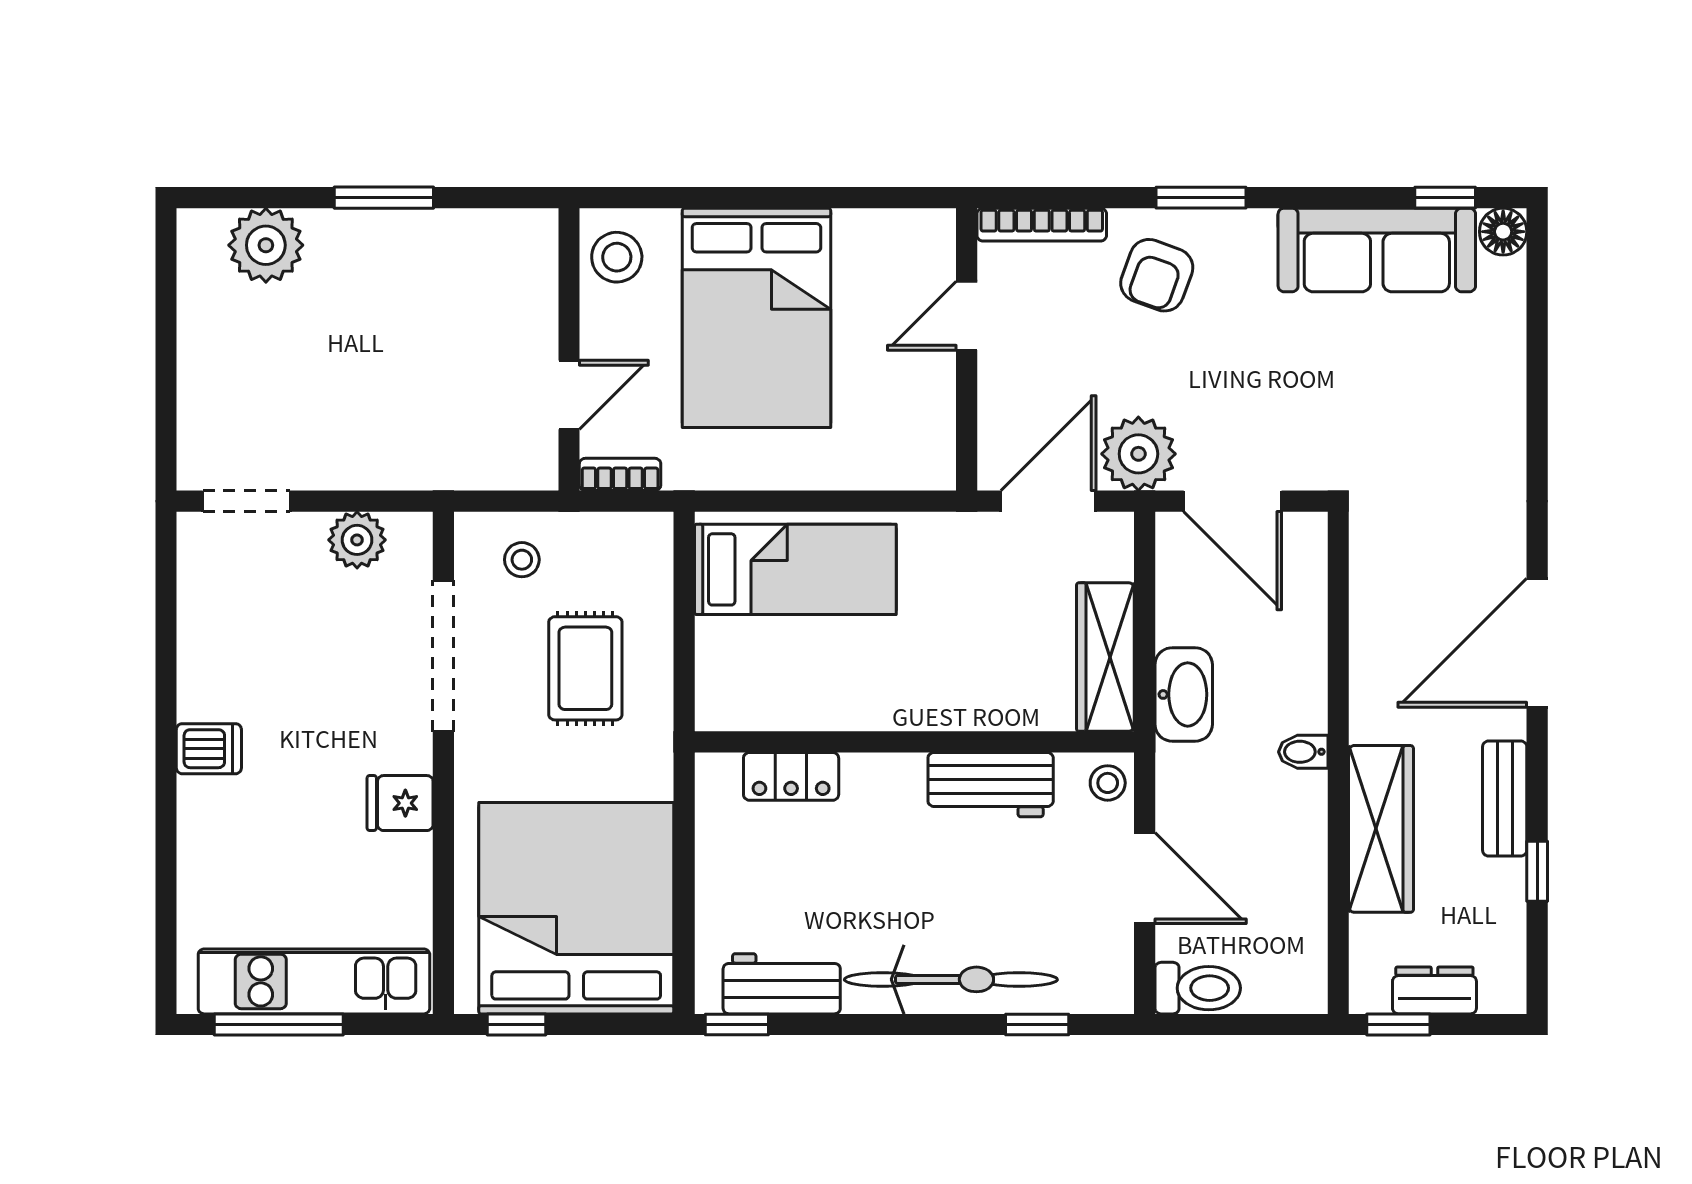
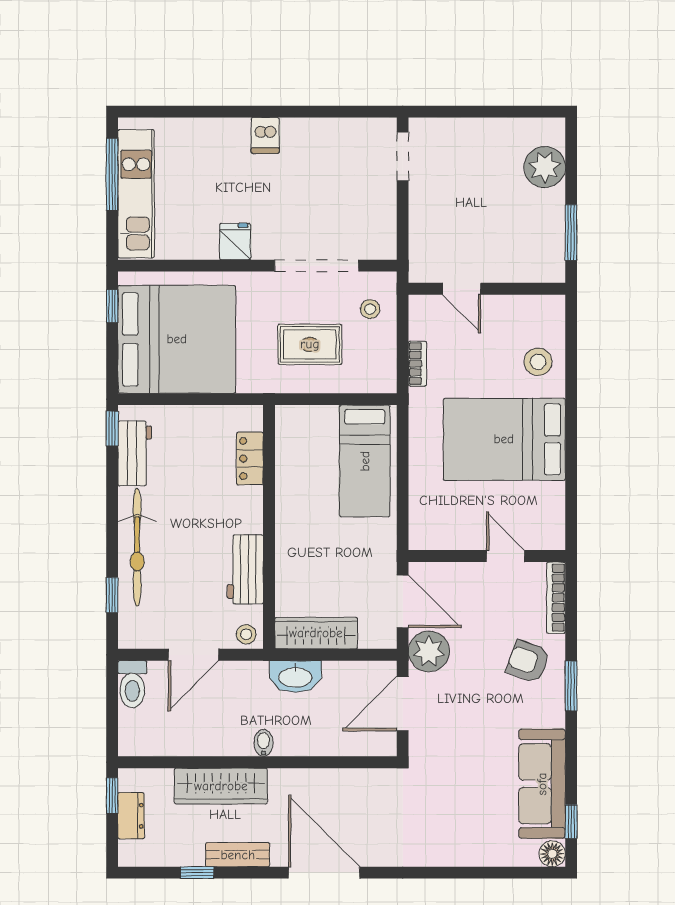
wall: (569, 349) -> (487, 289), moved
door: (569, 395) -> (462, 289), moved
plant: (357, 540) -> (381, 218), removed

